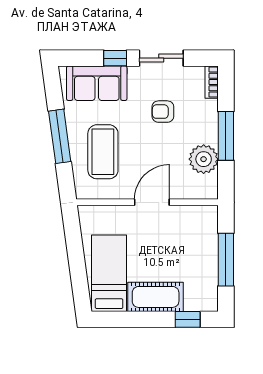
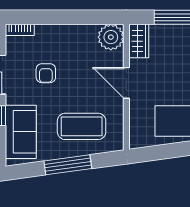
window: (226, 136) -> (67, 17), removed
plant: (204, 159) -> (111, 37), moved
wardrobe: (199, 216) -> (139, 41), added

